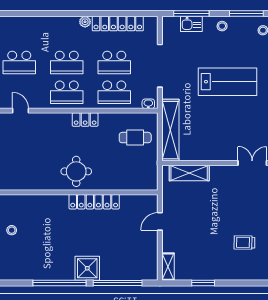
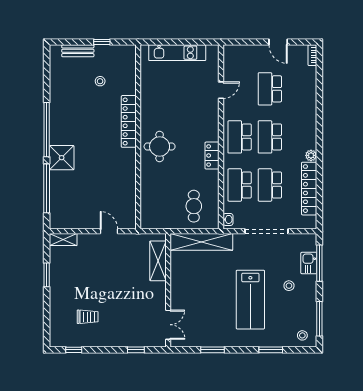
stool: (222, 26) -> (289, 286), moved
locker: (94, 202) -> (129, 121), moved
trolley: (244, 242) -> (88, 317), turned 89

